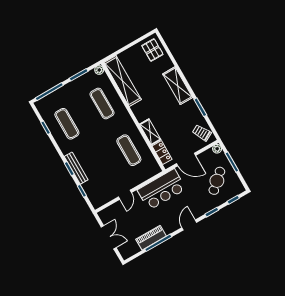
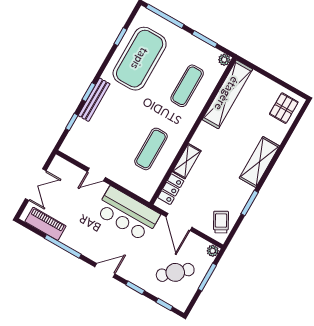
exercise mat: (67, 124) -> (140, 59), width x2.00, depth x1.45
piano: (151, 238) -> (45, 224), moved

